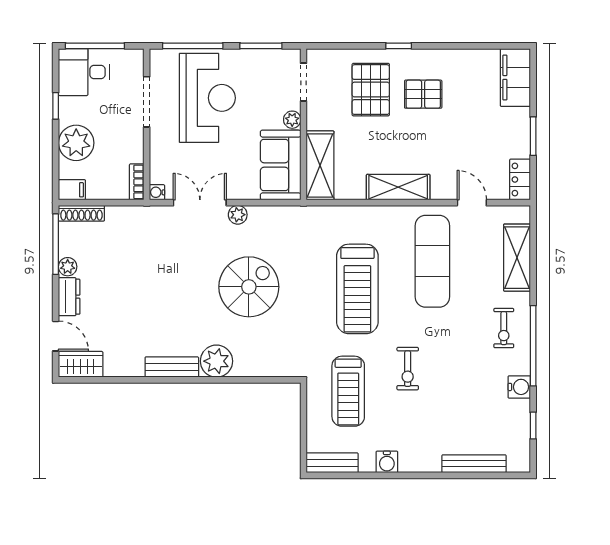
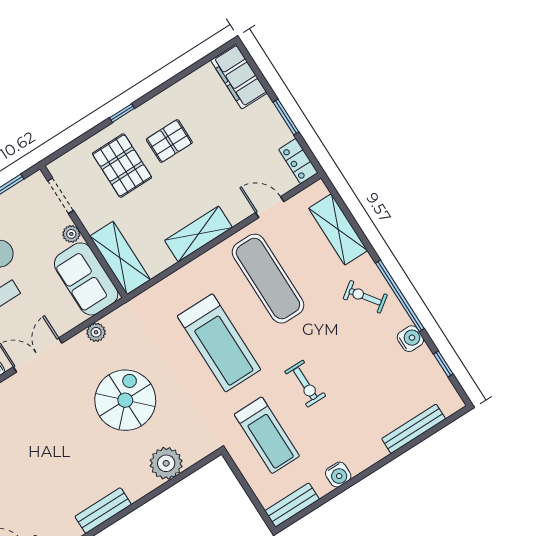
plant: (238, 215) -> (96, 332), moved
exercise bike: (504, 328) -> (365, 297), turned 144
plant: (216, 361) -> (166, 463), moved

